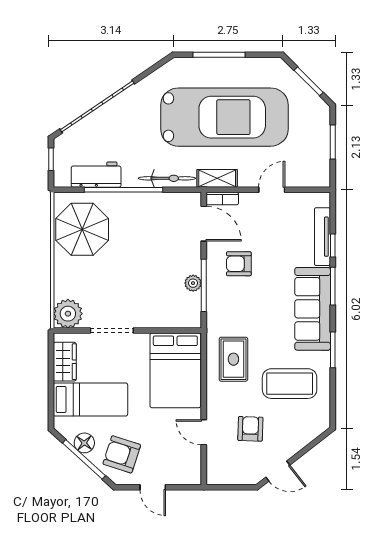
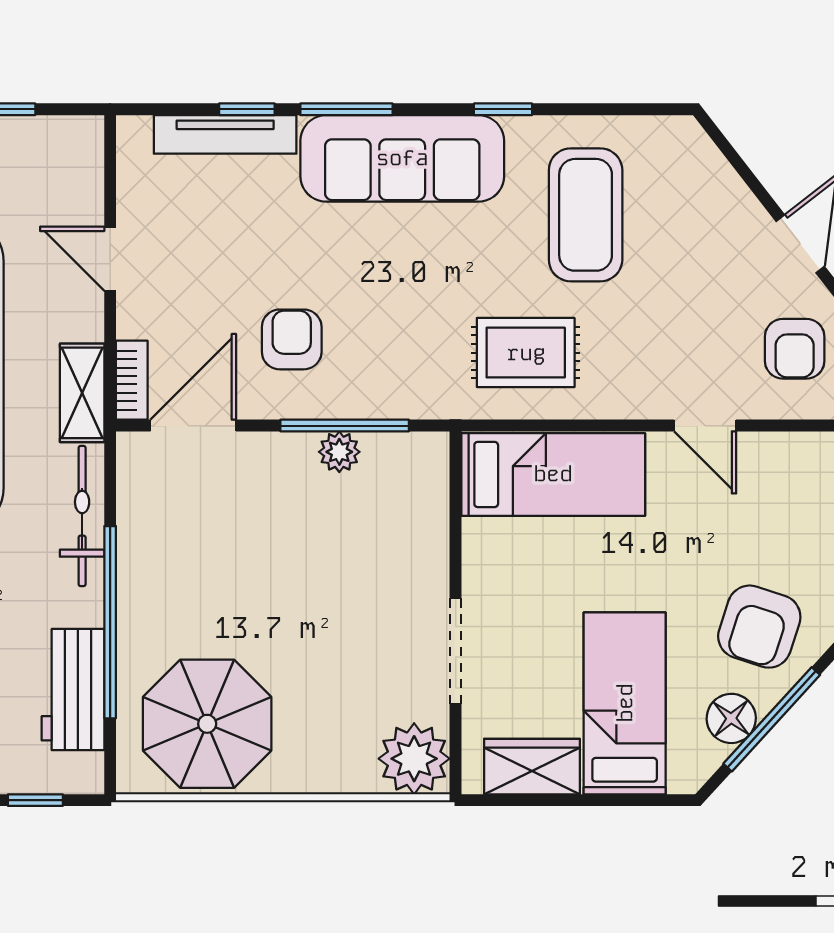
armchair: (239, 264) -> (292, 339), turned 180
window: (333, 350) -> (503, 109), width x0.67
bed: (175, 370) -> (553, 474), width x0.67
armchair: (250, 429) -> (795, 349), moved, turned -92
door: (204, 432) -> (705, 426), hinge flipped

